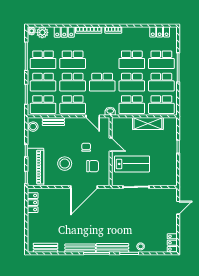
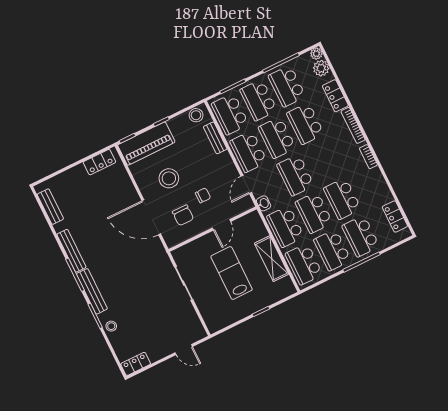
lab bench: (132, 164) -> (232, 273), moved, turned 180

